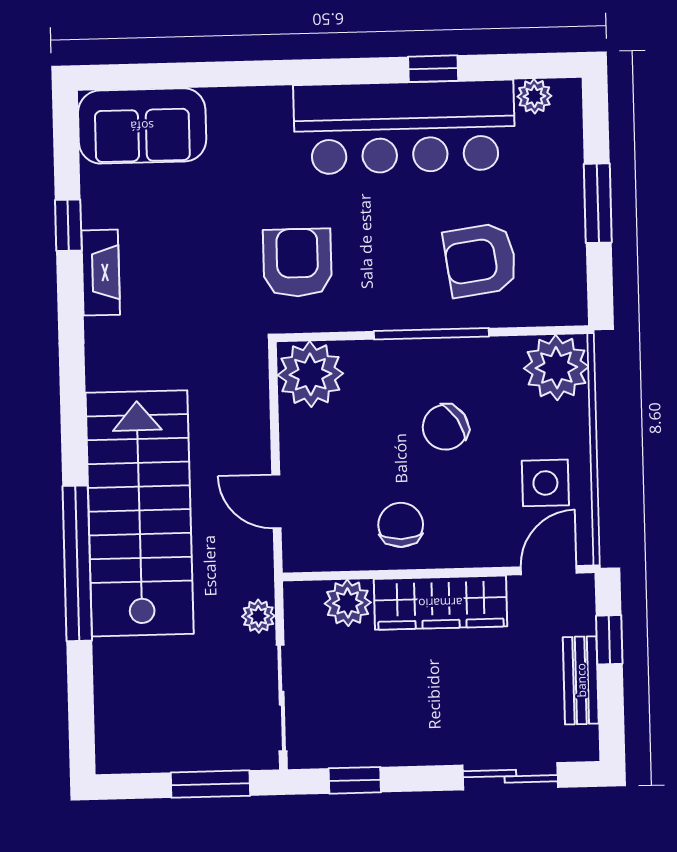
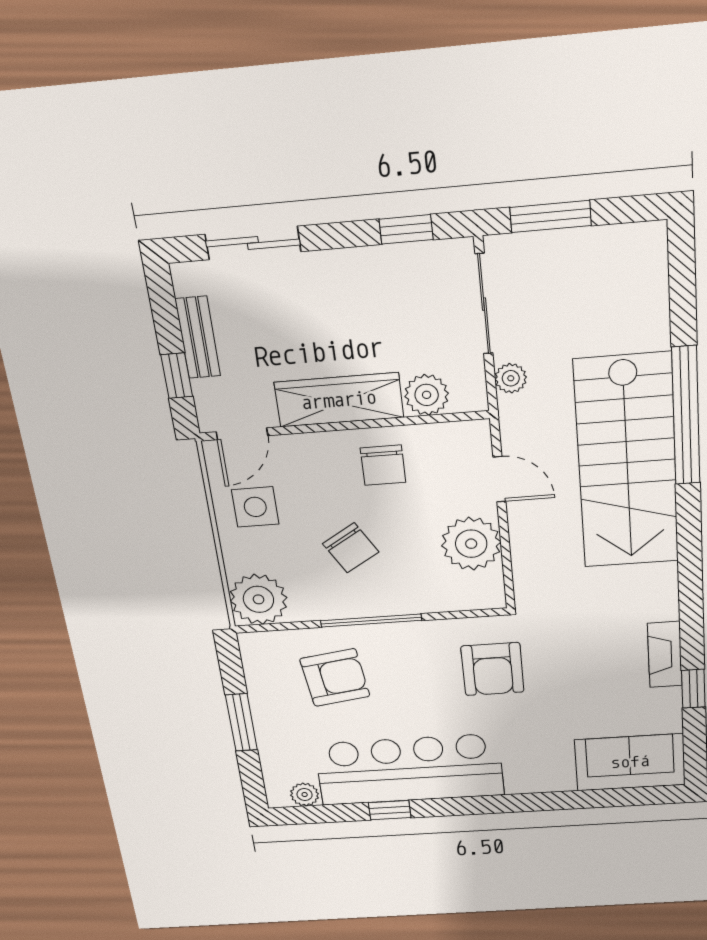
plant: (310, 374) -> (471, 544), moved
chair: (445, 427) -> (351, 548), turned 92

